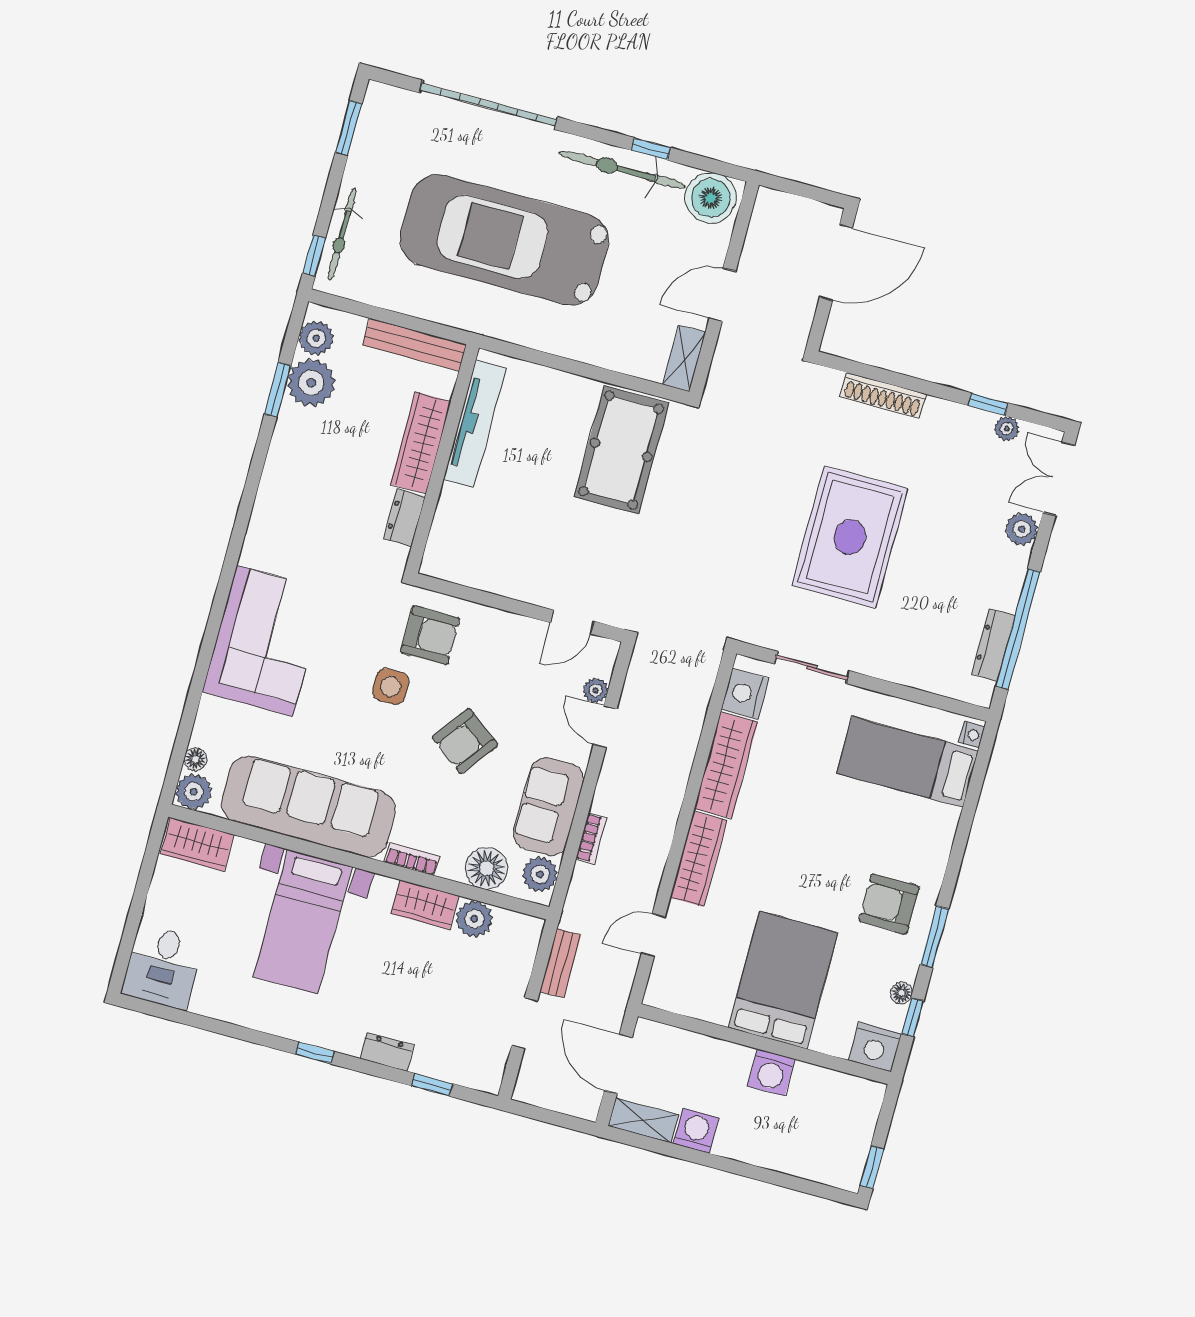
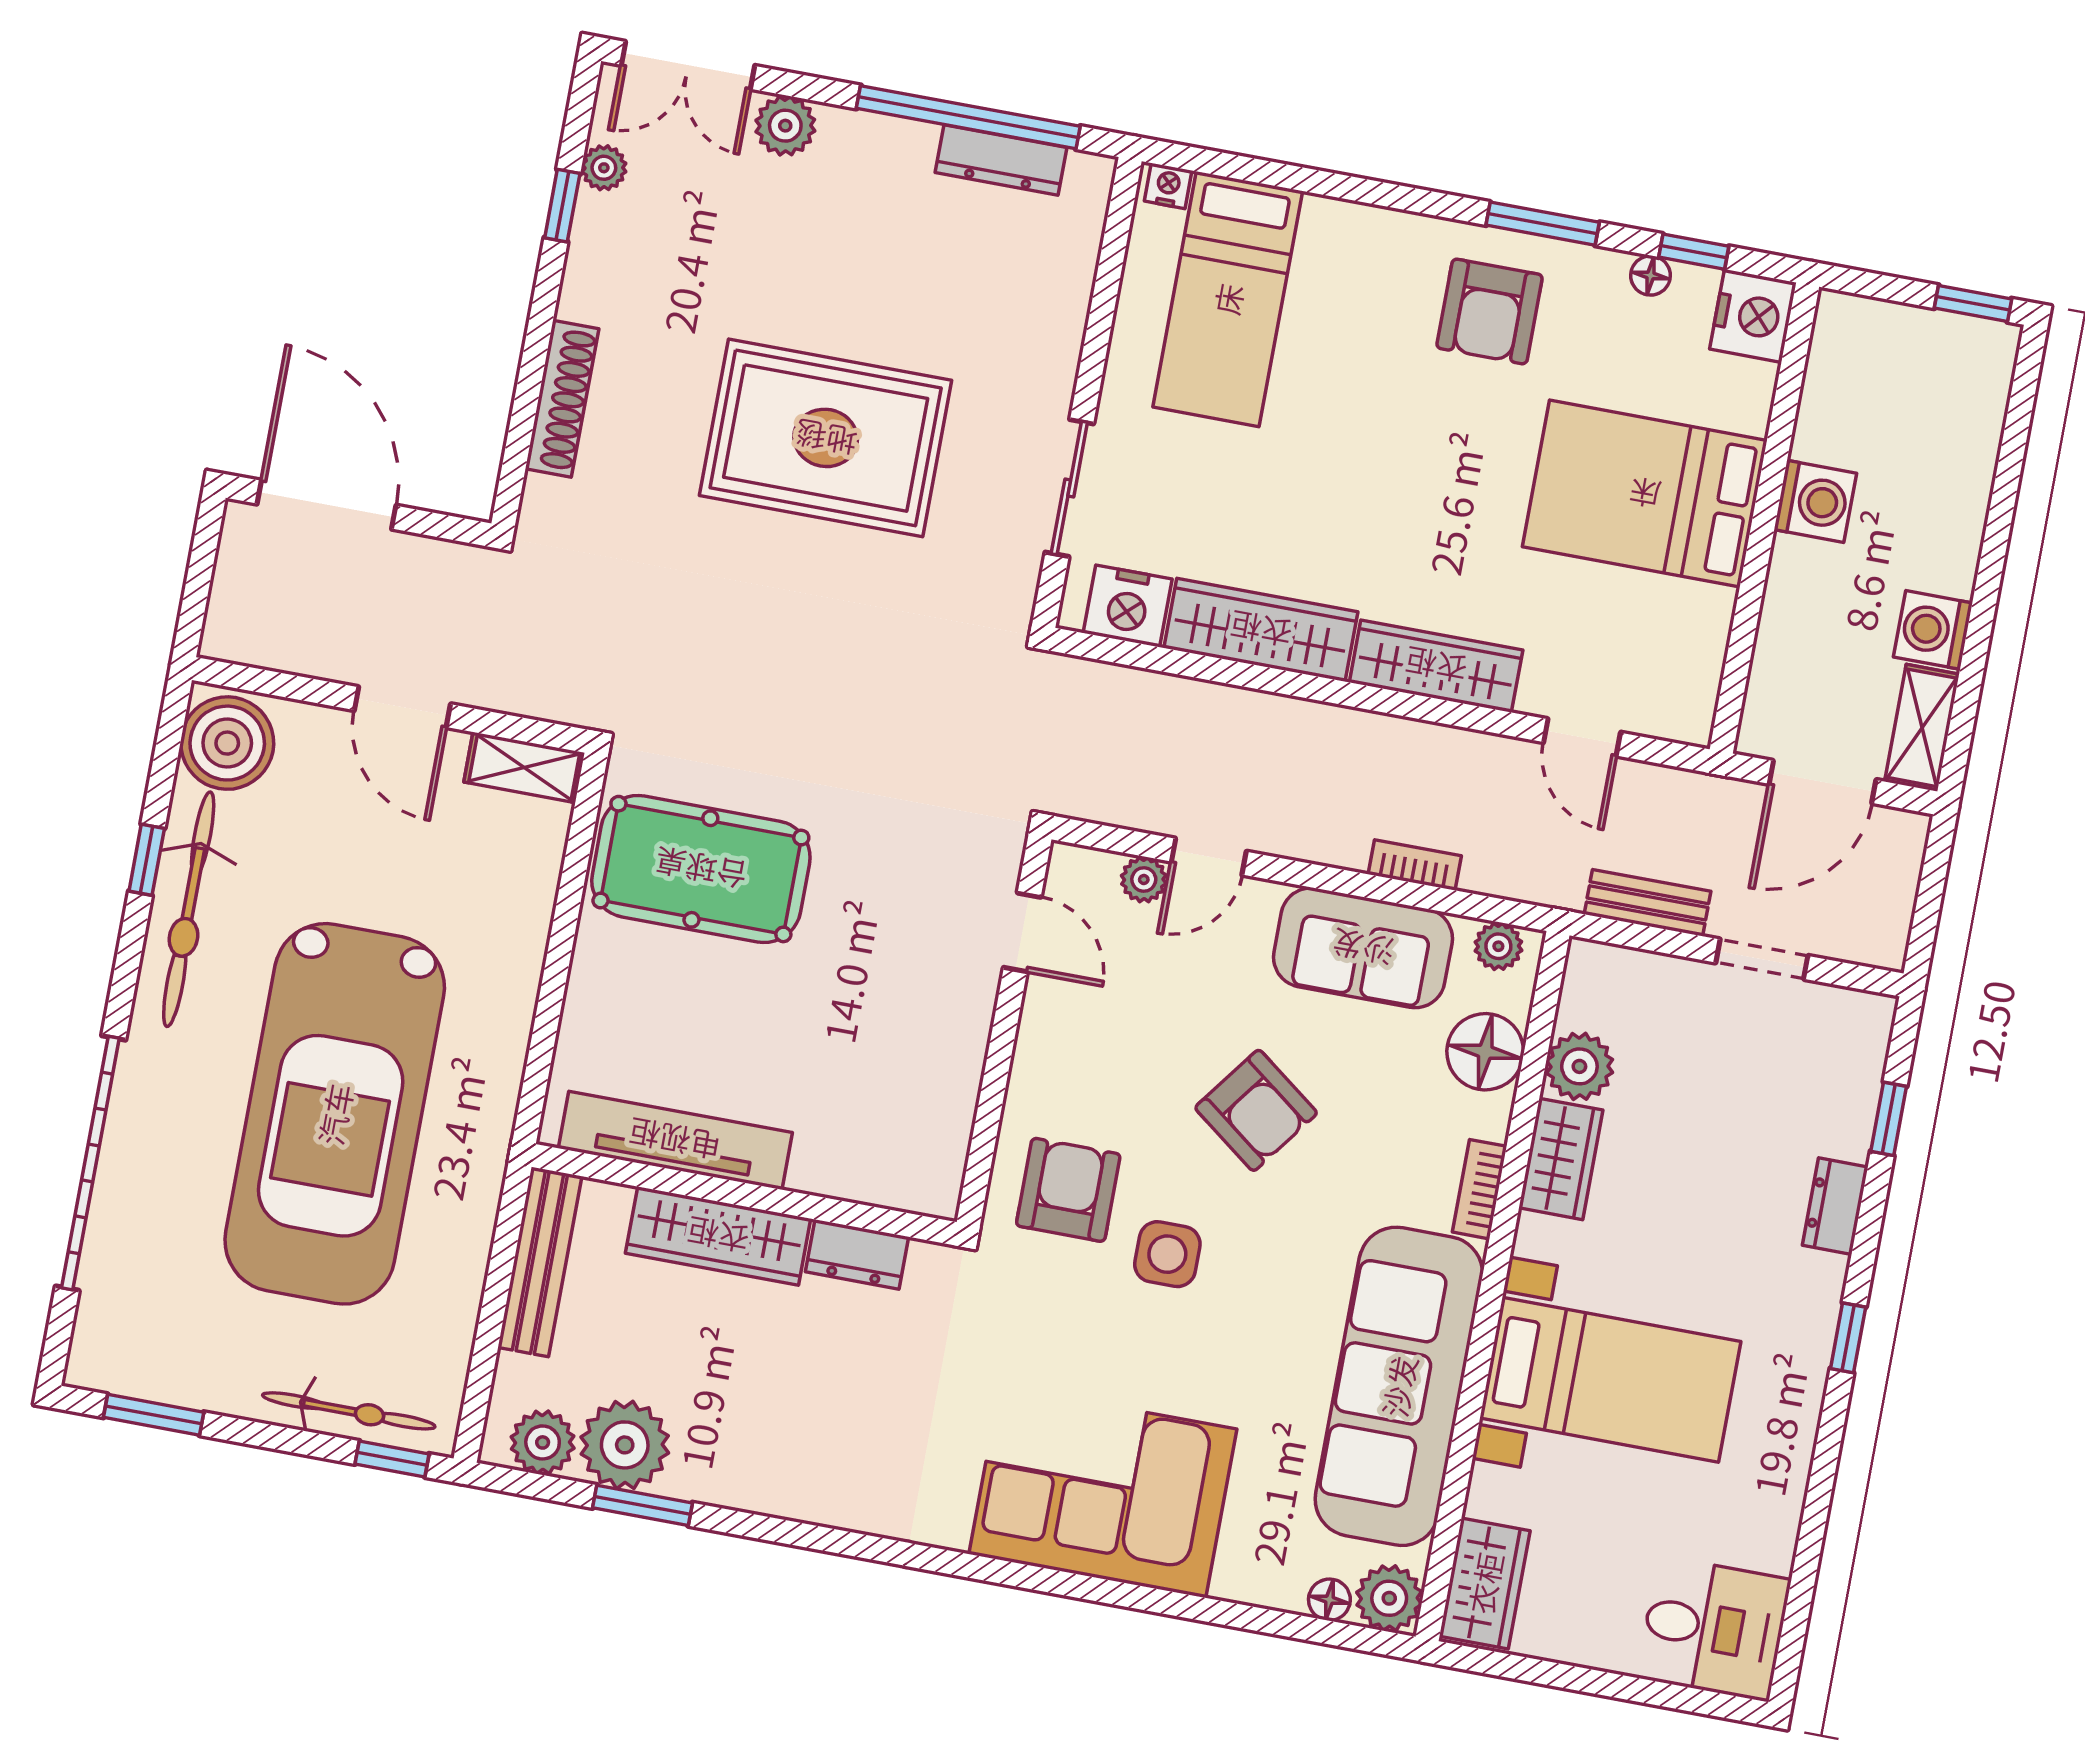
plant: (540, 874) -> (1498, 946), width x0.73, depth x0.73

